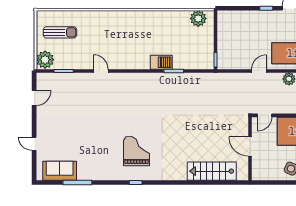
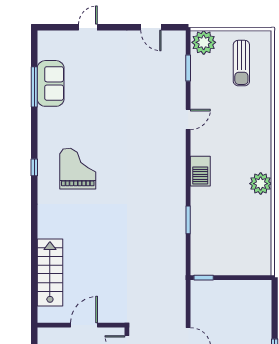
plant: (198, 19) -> (261, 184), moved
barbecue: (161, 62) -> (200, 171), moved
grand piano: (137, 151) -> (78, 169), turned -90
sofa: (60, 171) -> (51, 83), moved

